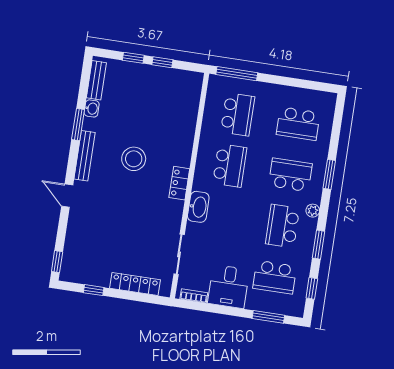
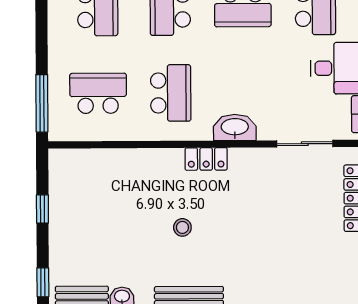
window: (133, 58) -> (43, 282), moved
stool: (134, 159) -> (182, 227), width x0.53, depth x0.53
school desk: (230, 166) -> (171, 93), turned 90

